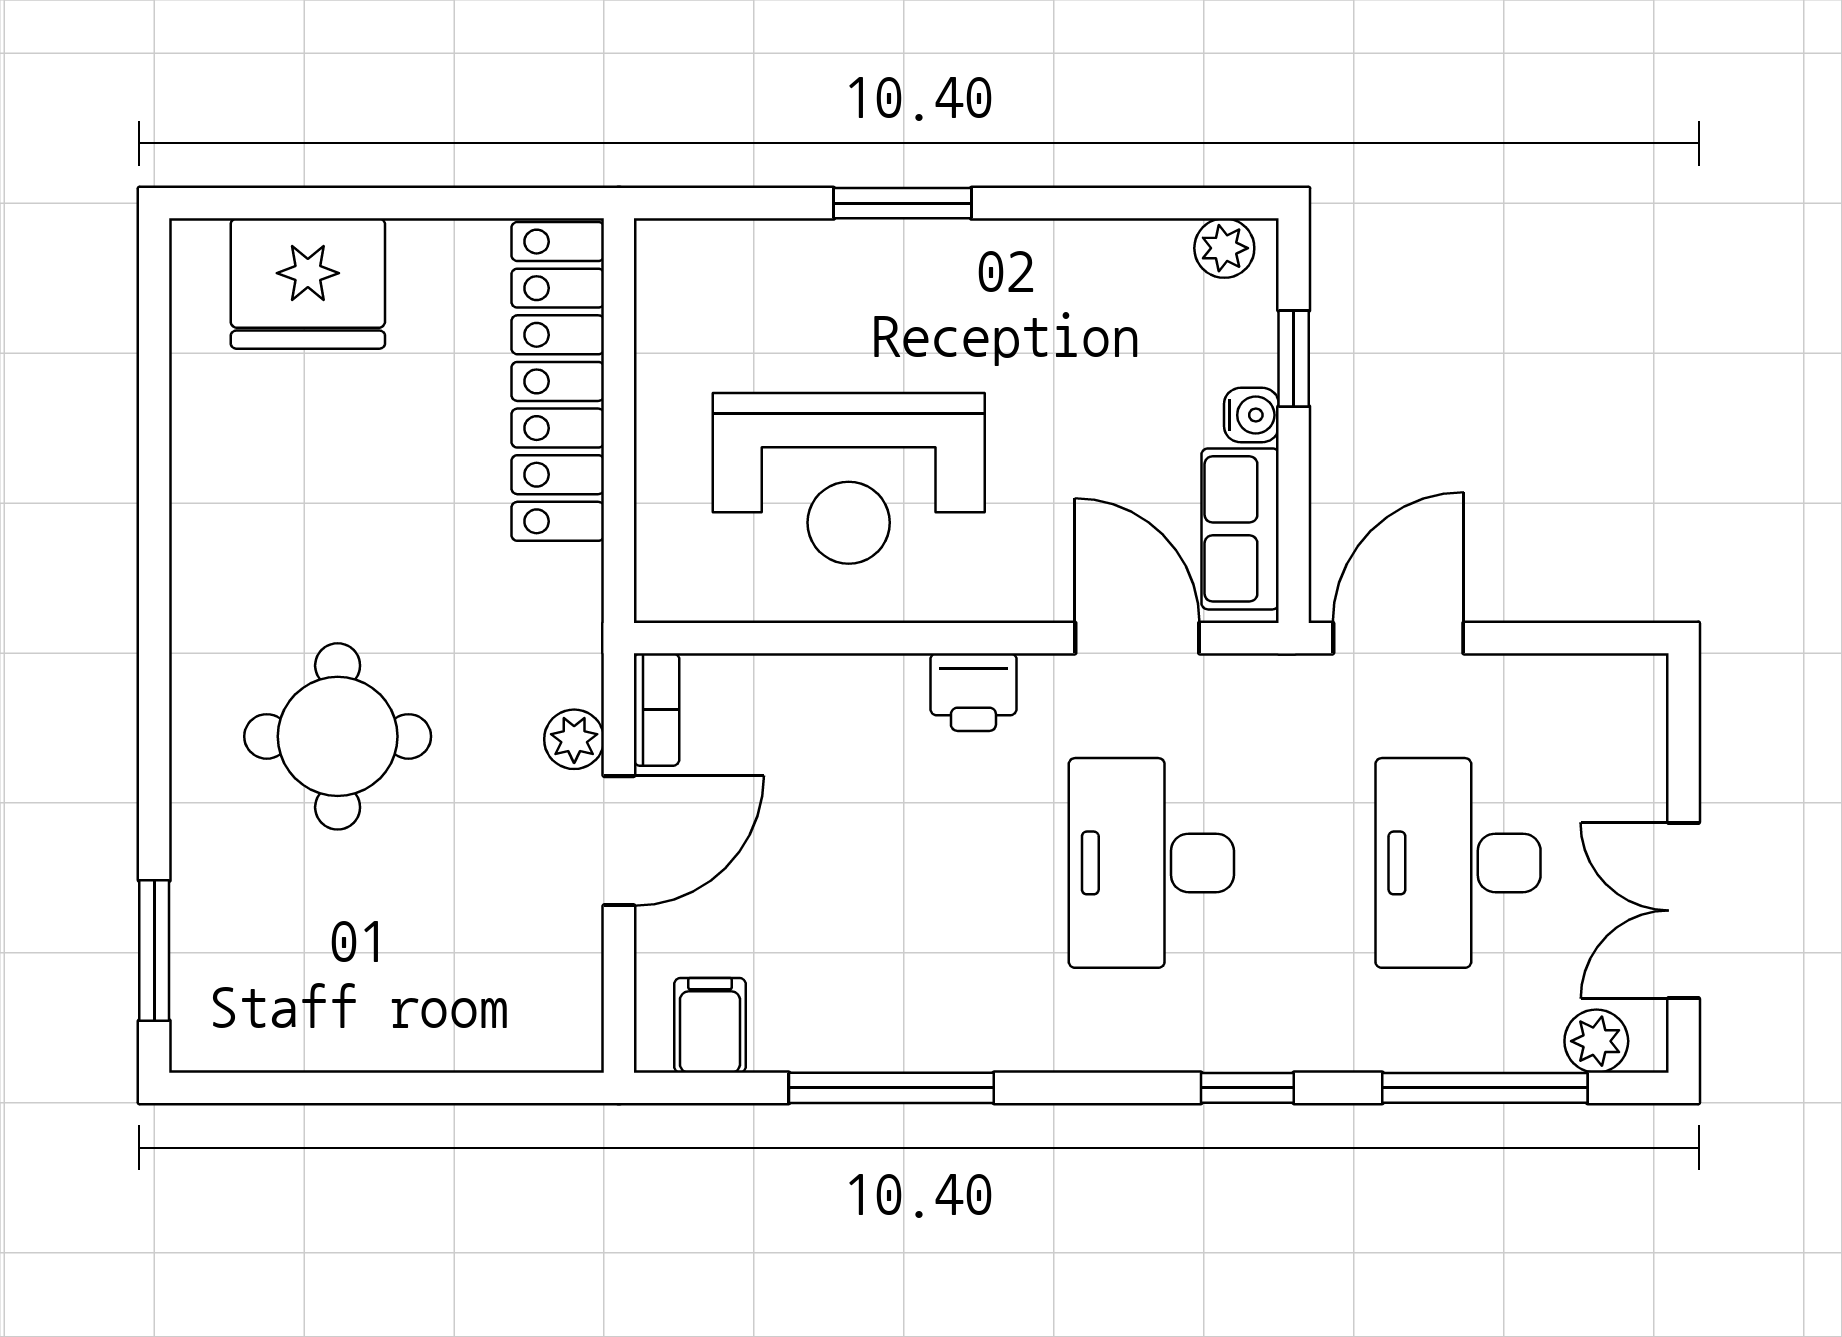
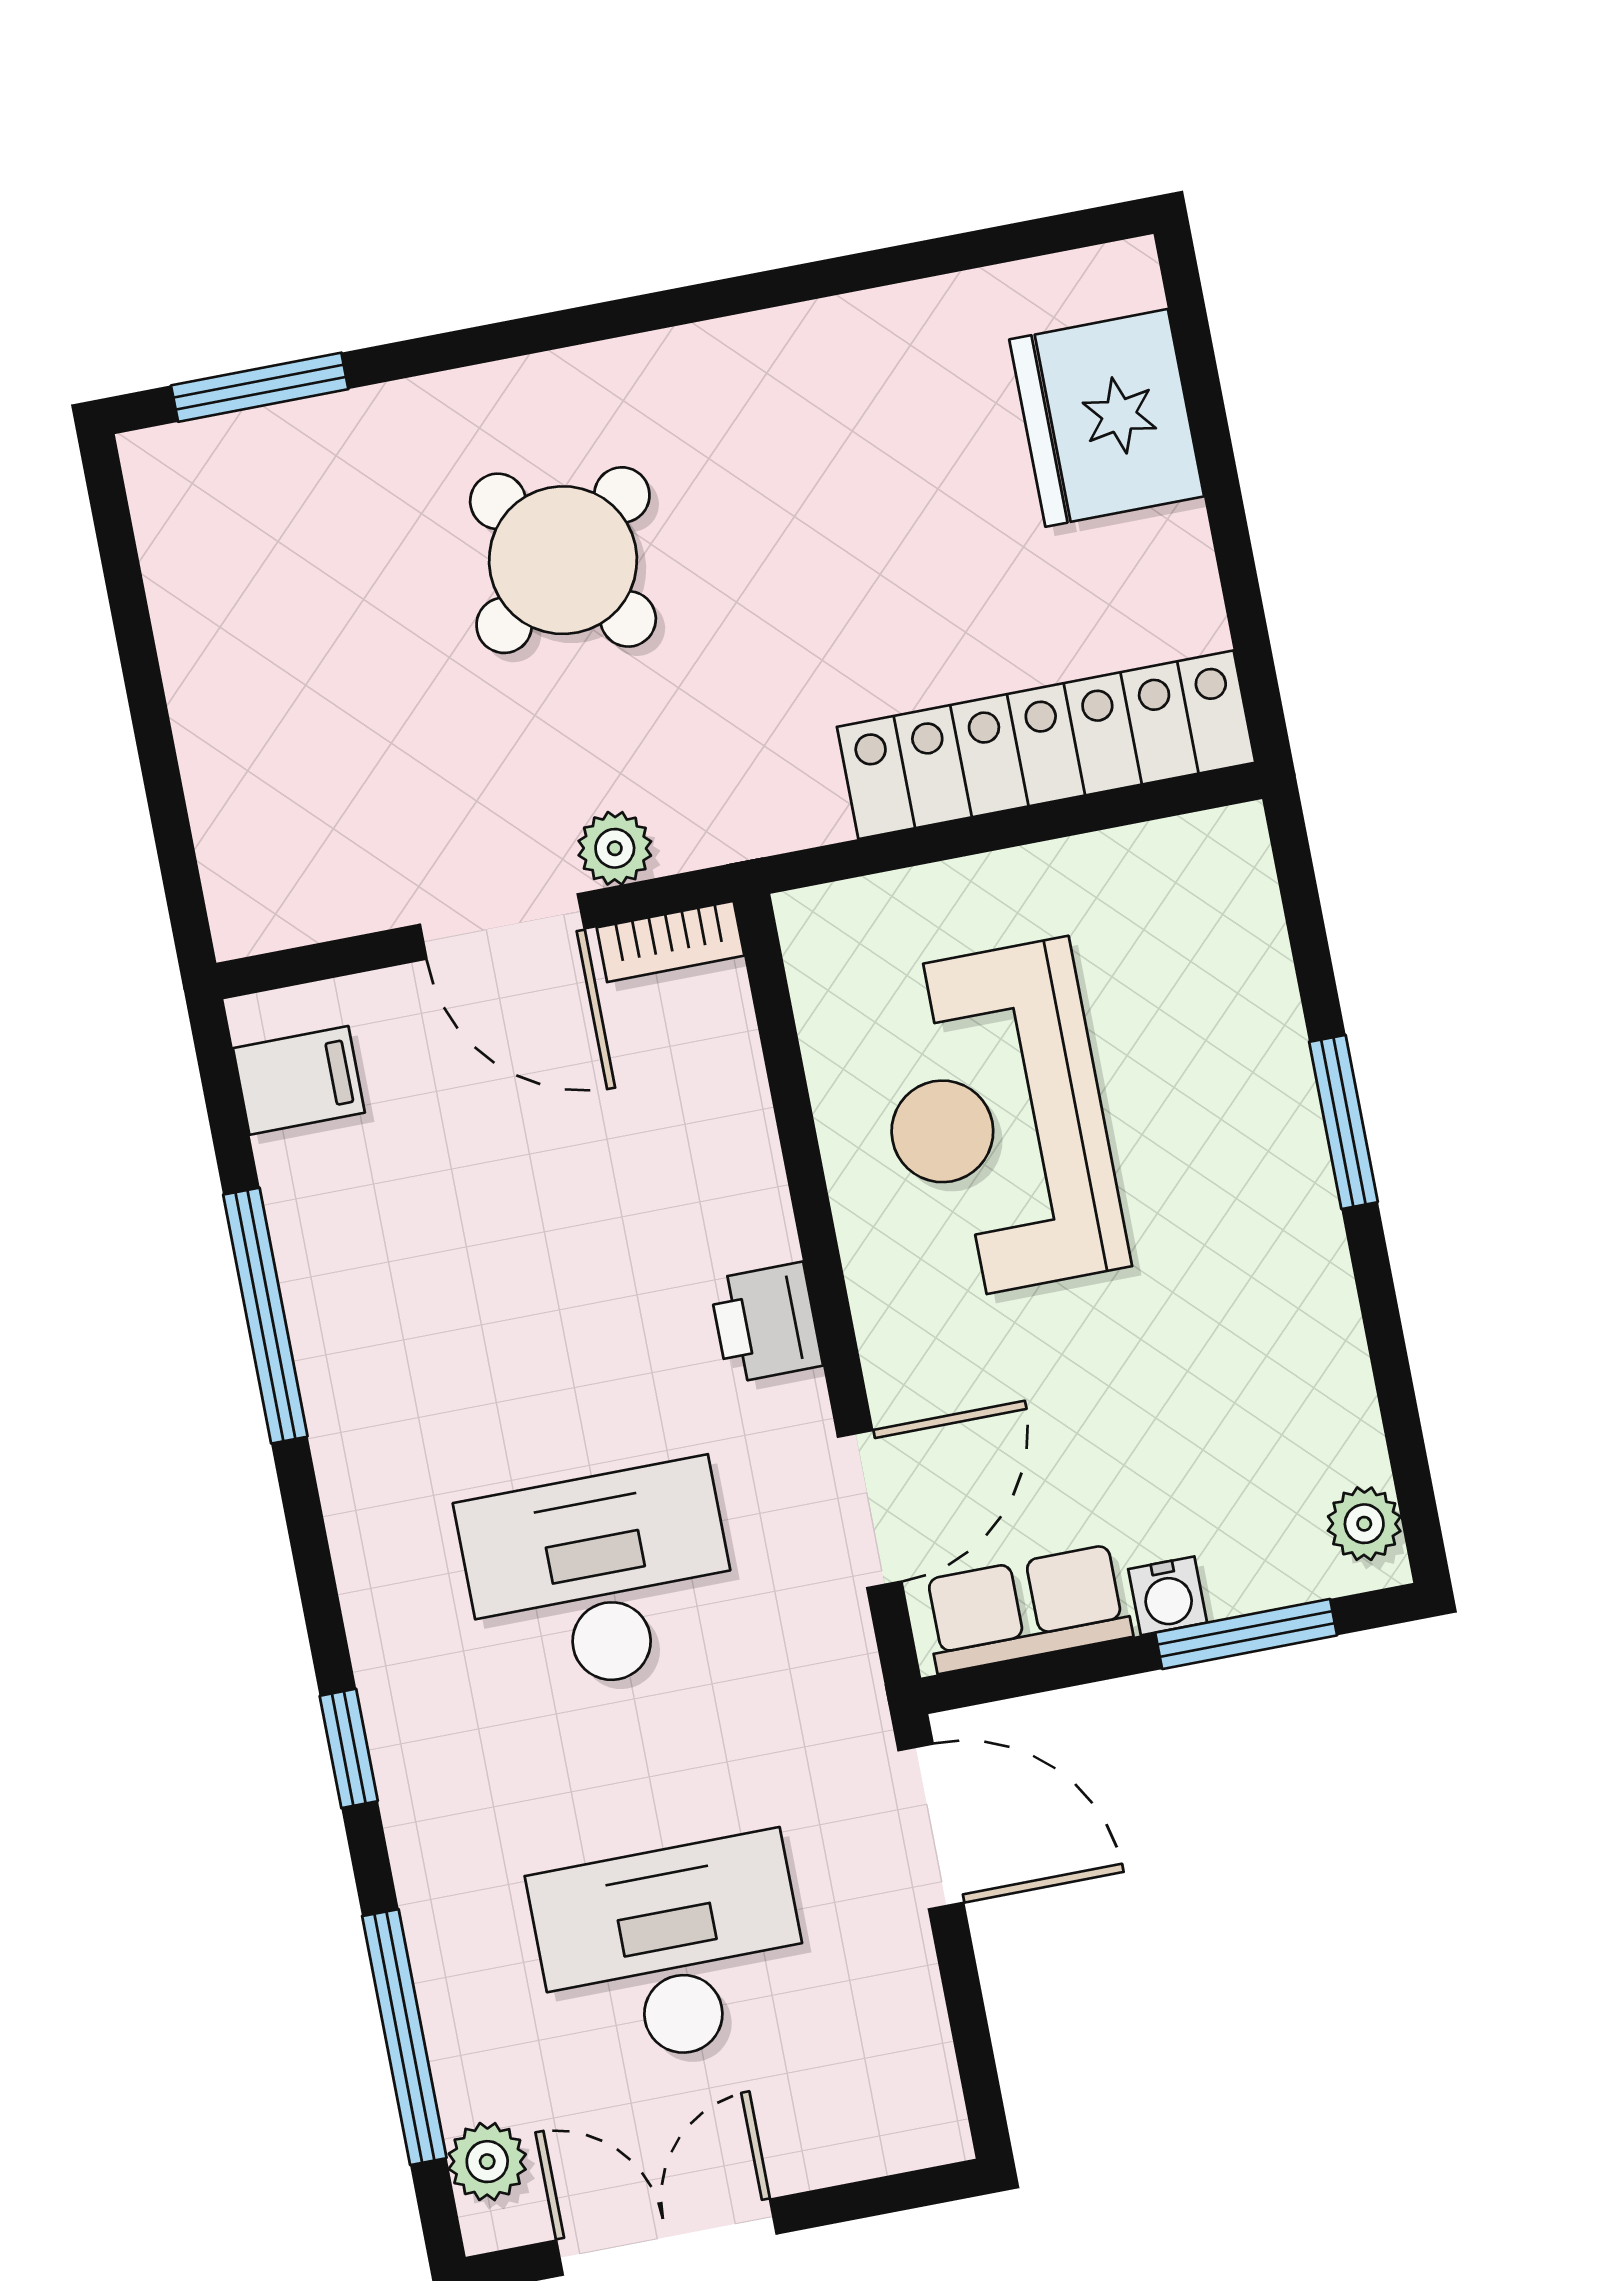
window: (1294, 359) -> (1246, 1634), width x1.50
round table: (338, 736) -> (563, 560), turned -37

